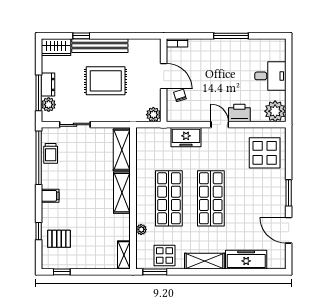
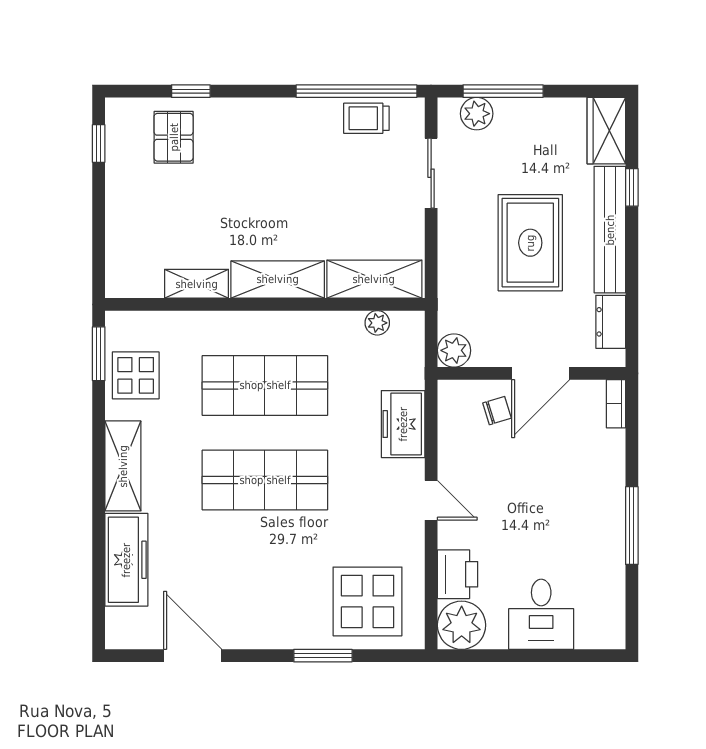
dresser: (48, 84) -> (611, 322), moved, turned 90
printer: (239, 113) -> (458, 574), moved
door: (220, 125) -> (431, 500), hinge flipped
window: (289, 193) -> (323, 656), moved
filing cabinet: (50, 196) -> (271, 117), removed
plant: (141, 229) -> (377, 323), moved
door: (289, 230) -> (193, 656), hinge flipped
shelving: (124, 255) -> (197, 284), moved

